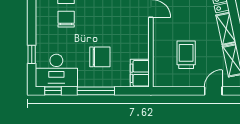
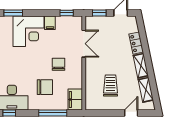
chair: (66, 19) -> (59, 64), moved
window: (96, 91) -> (53, 113), moved

